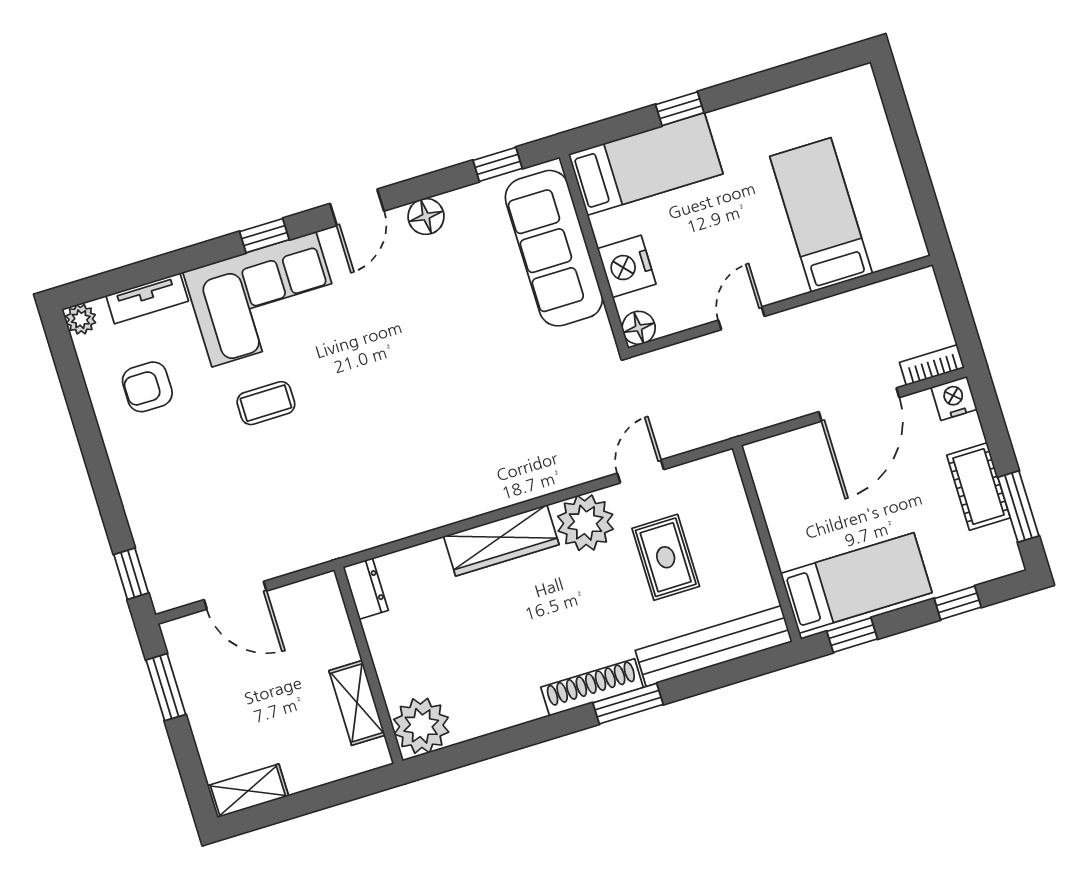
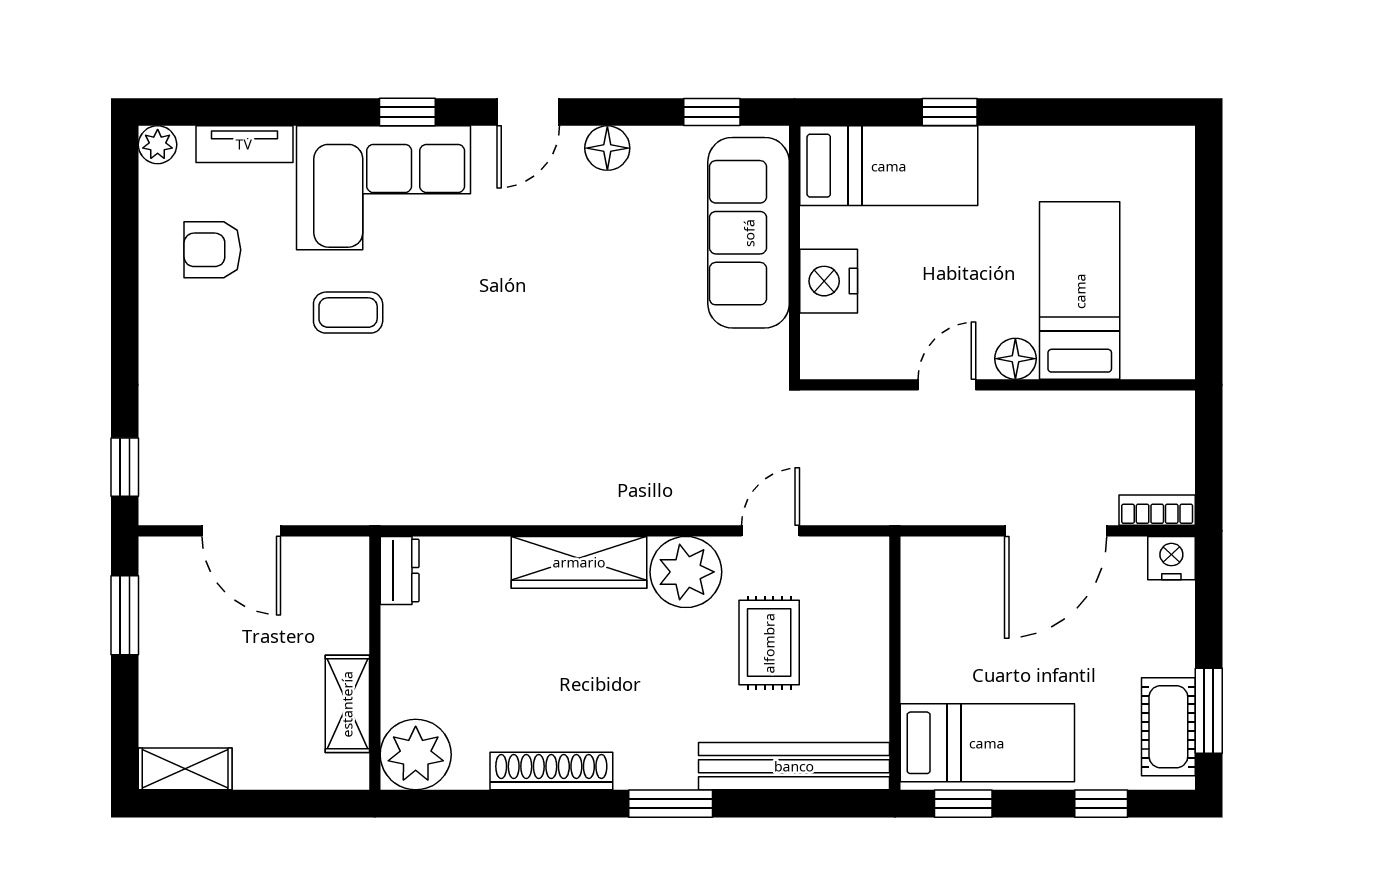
floor lamp: (639, 328) -> (1015, 359), moved
cot: (978, 486) -> (1168, 727), moved
shoe rack: (592, 687) -> (551, 771), moved

